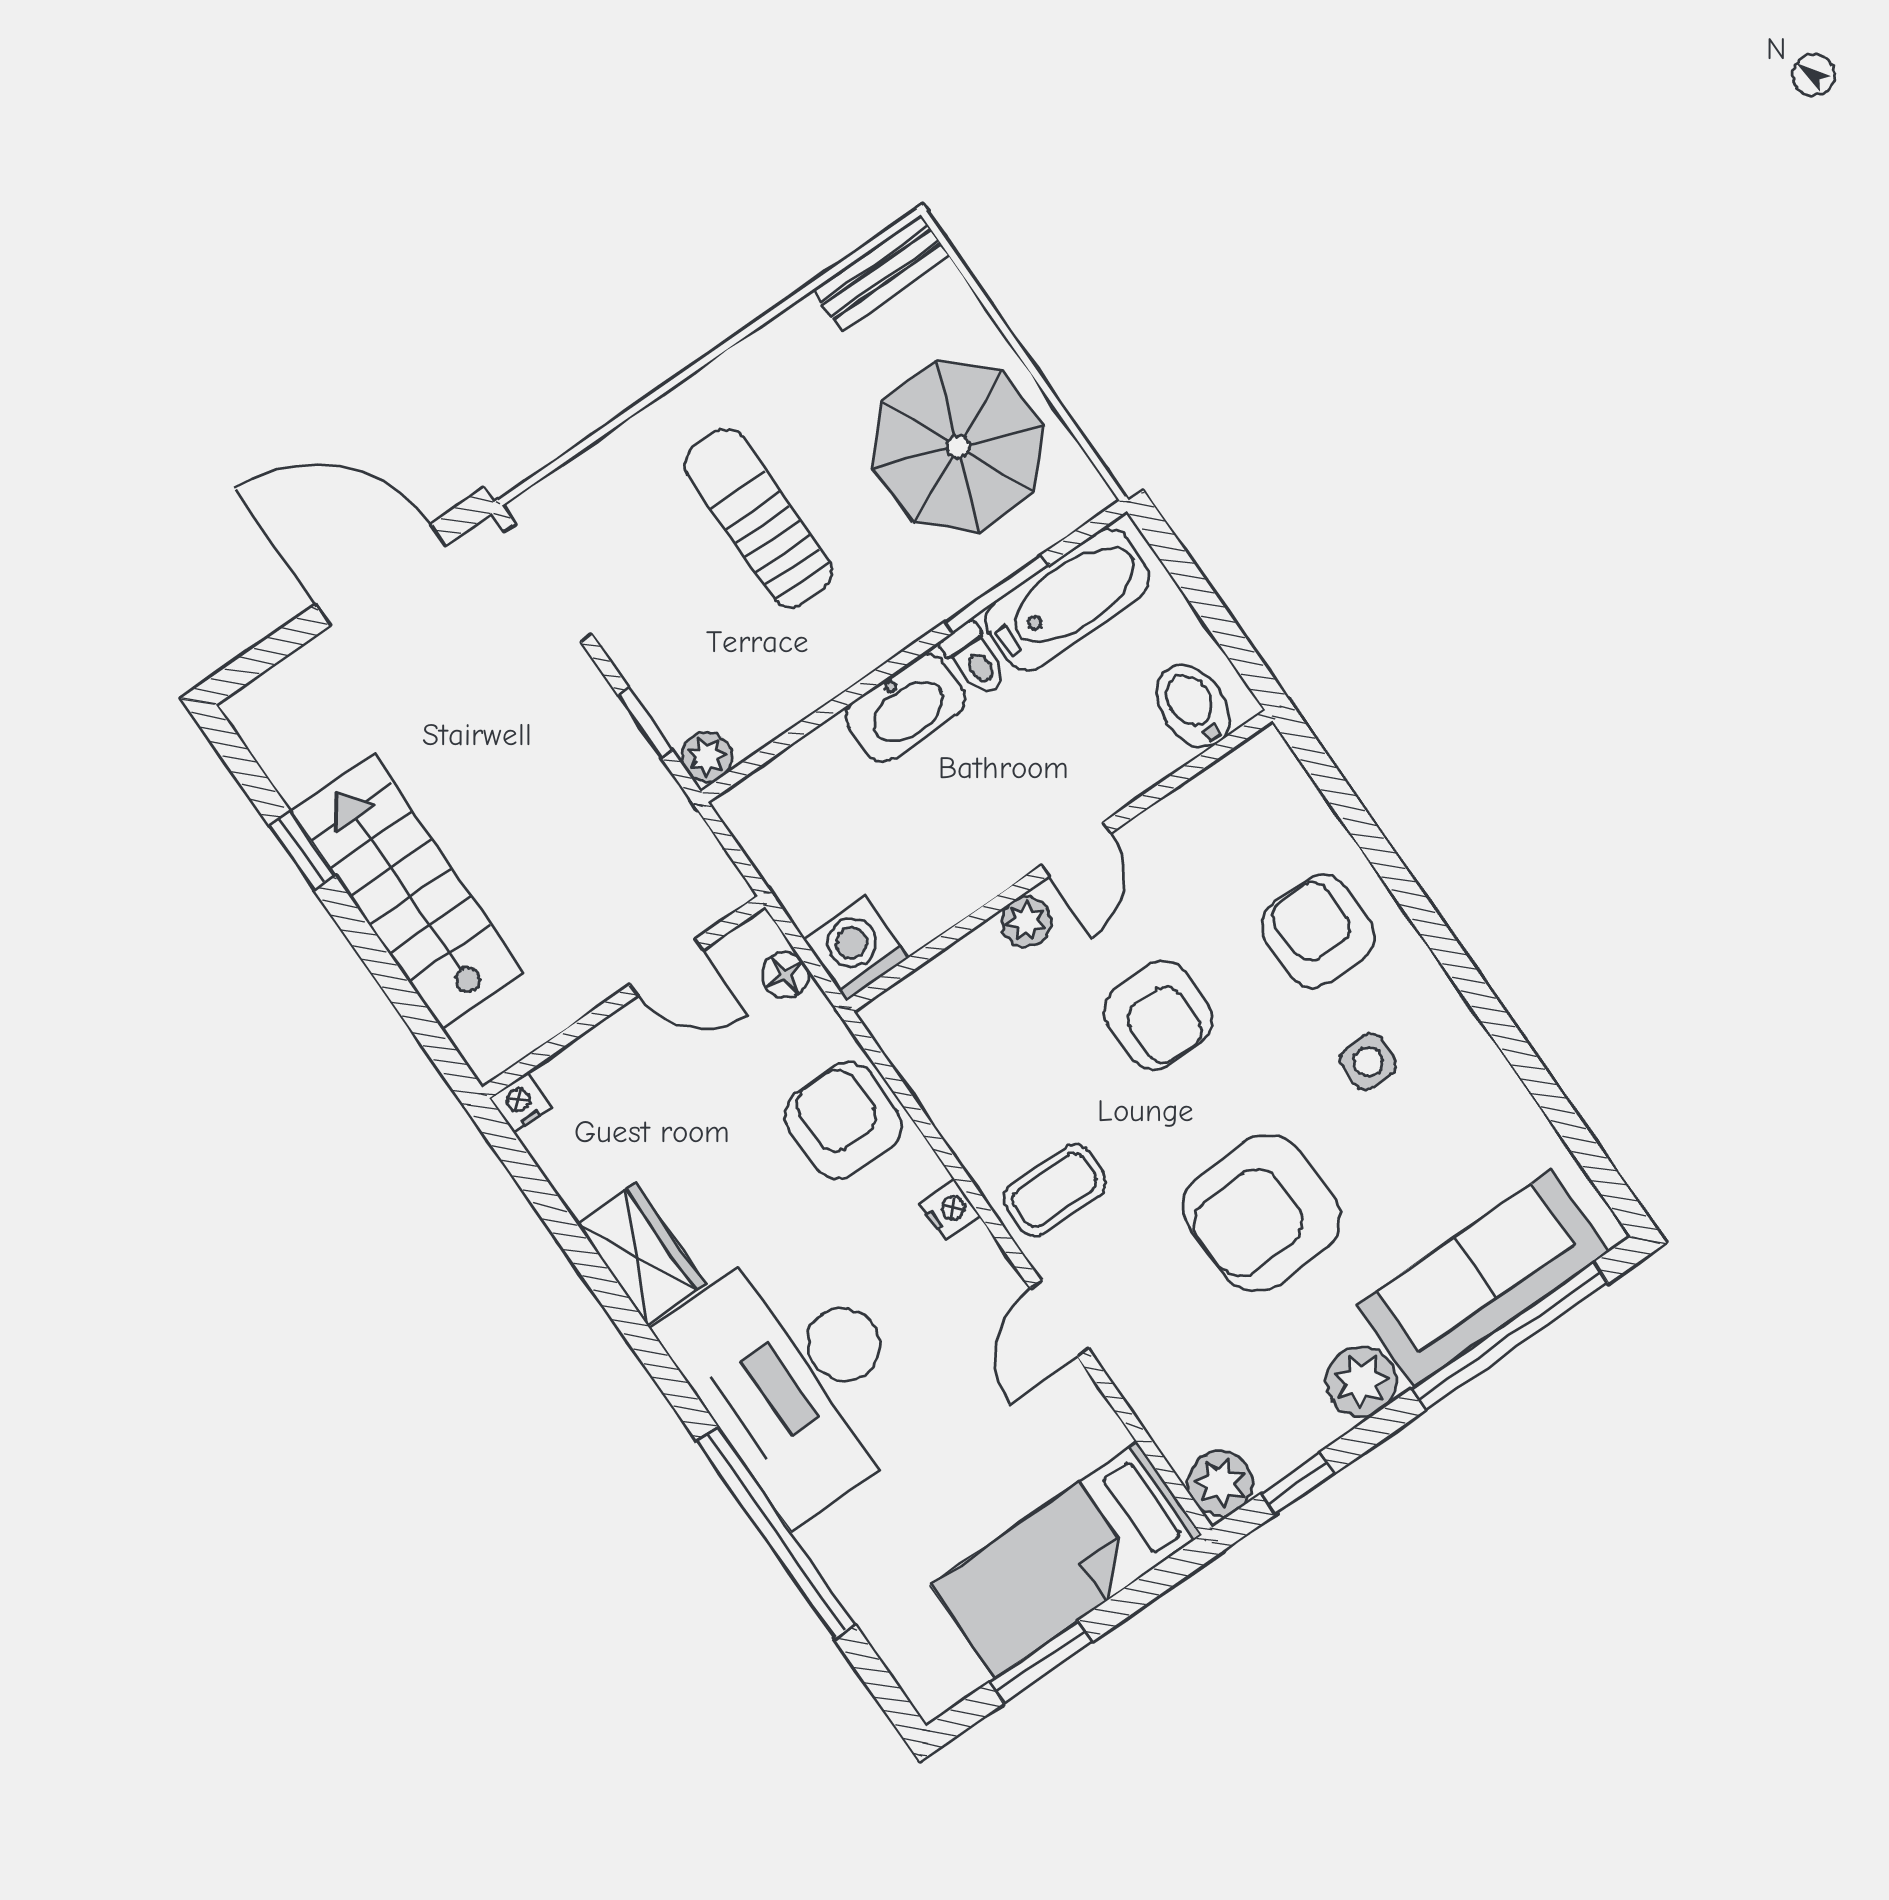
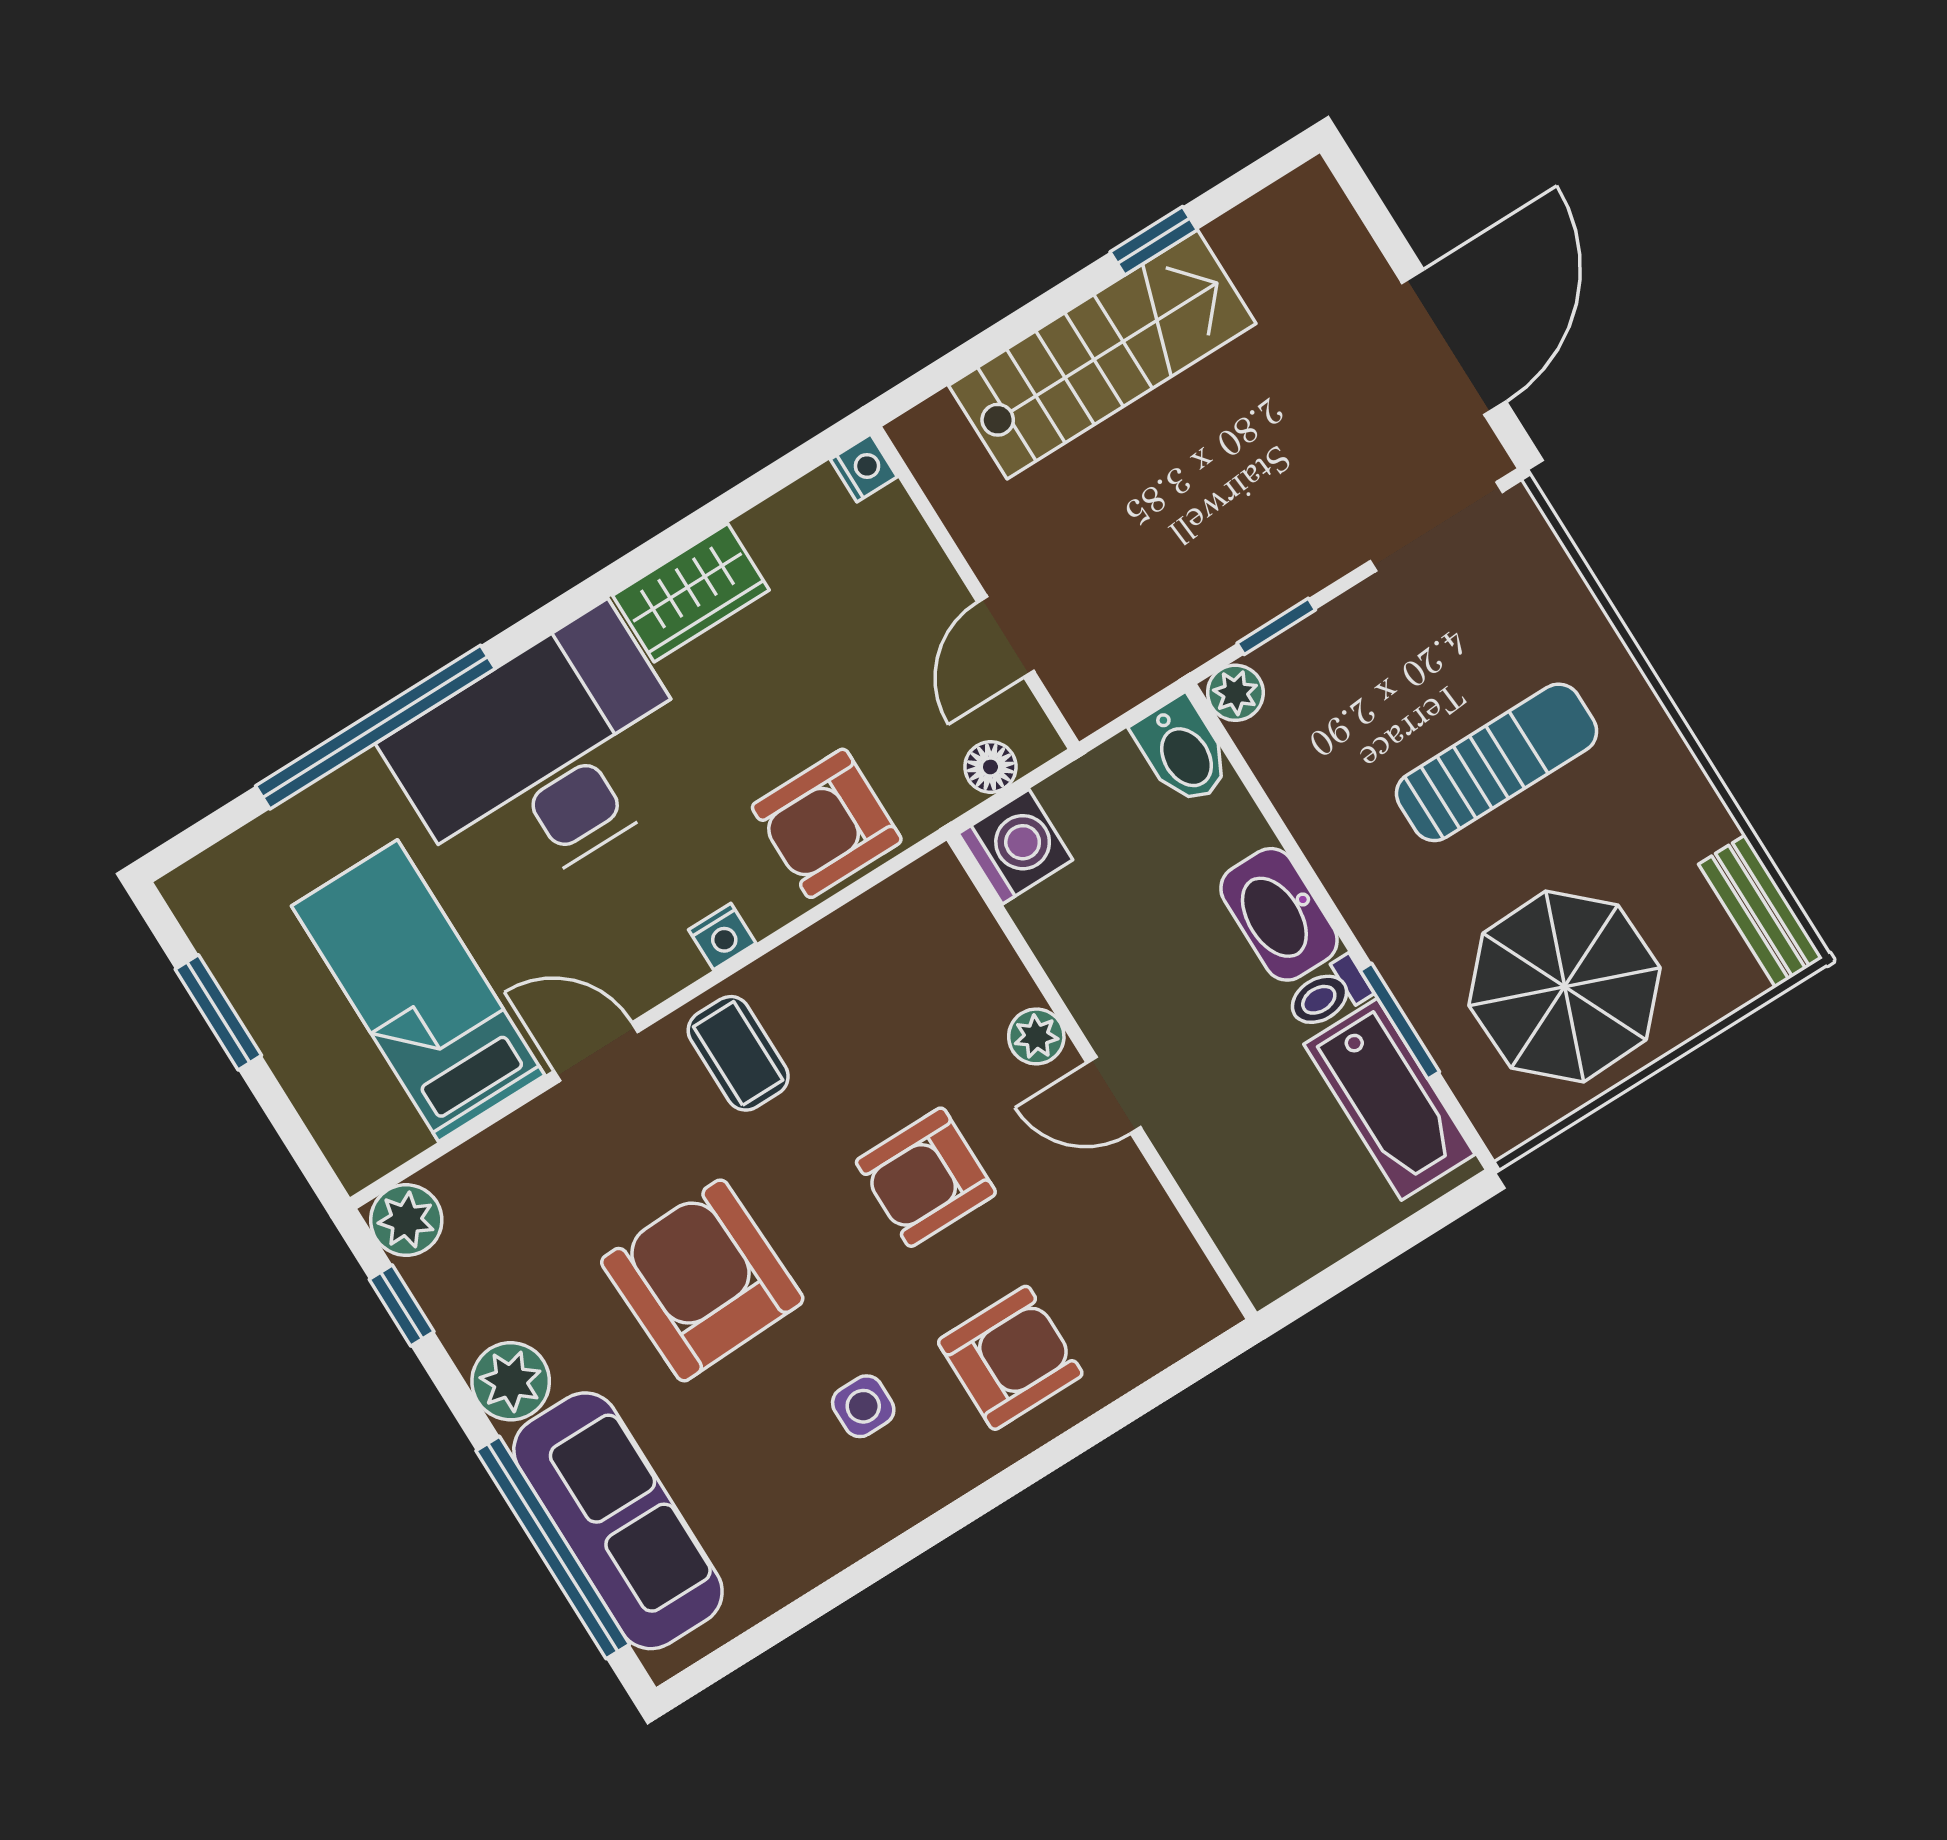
bidet: (1193, 706) -> (1183, 751), moved, turned 90
armchair: (843, 1121) -> (827, 823), turned 180
bed: (1066, 1560) -> (418, 991), moved

